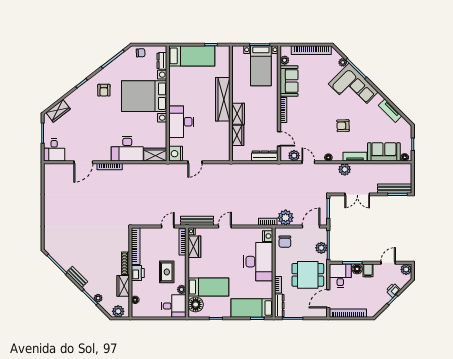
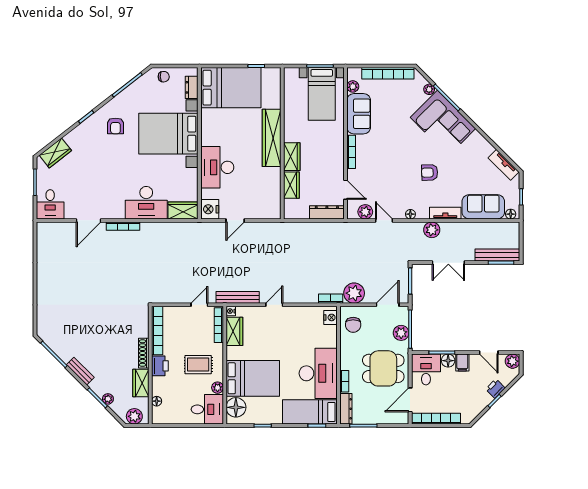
bed: (192, 56) -> (231, 88), width x1.50
tv unit: (390, 111) -> (504, 165), moved
desk: (258, 262) -> (318, 373), moved
door: (388, 263) -> (489, 353), swing flipped
rug: (167, 272) -> (198, 365), turned 90
bed: (208, 287) -> (253, 378), width x1.50

